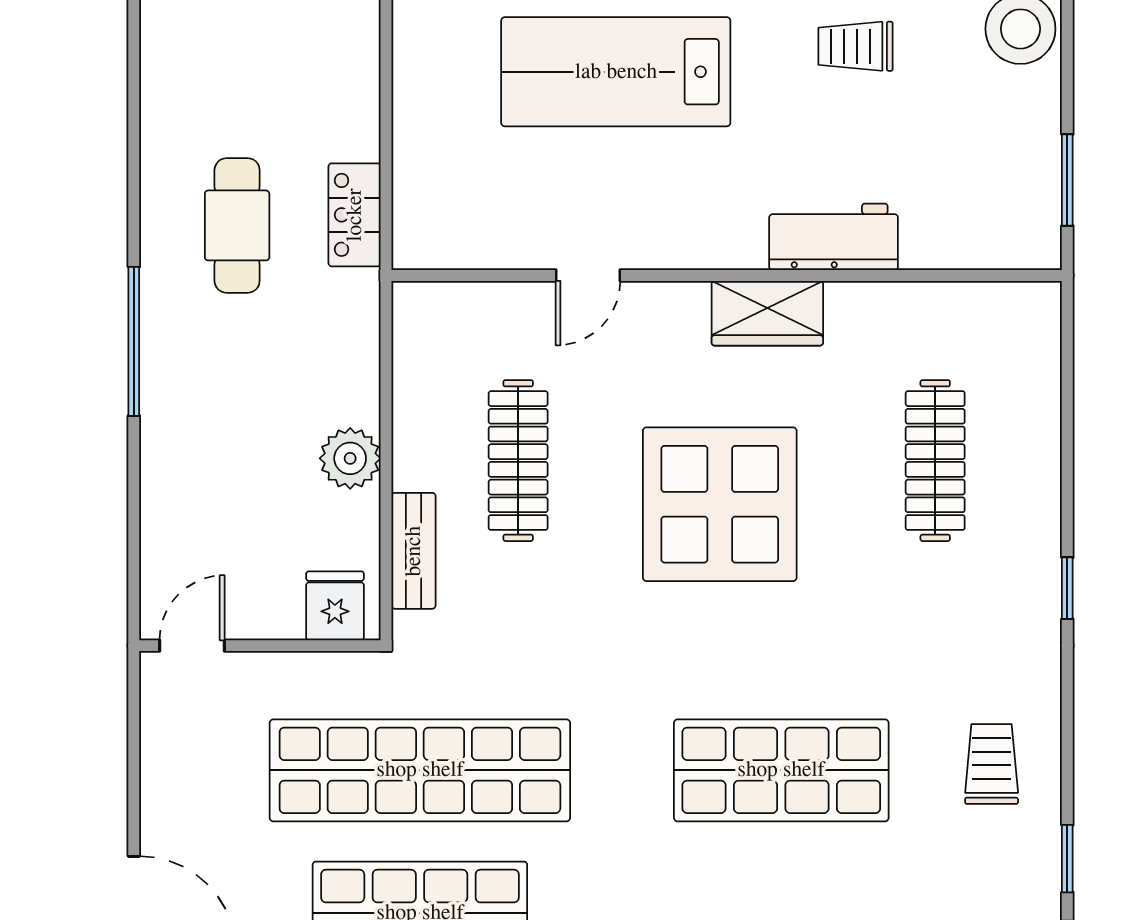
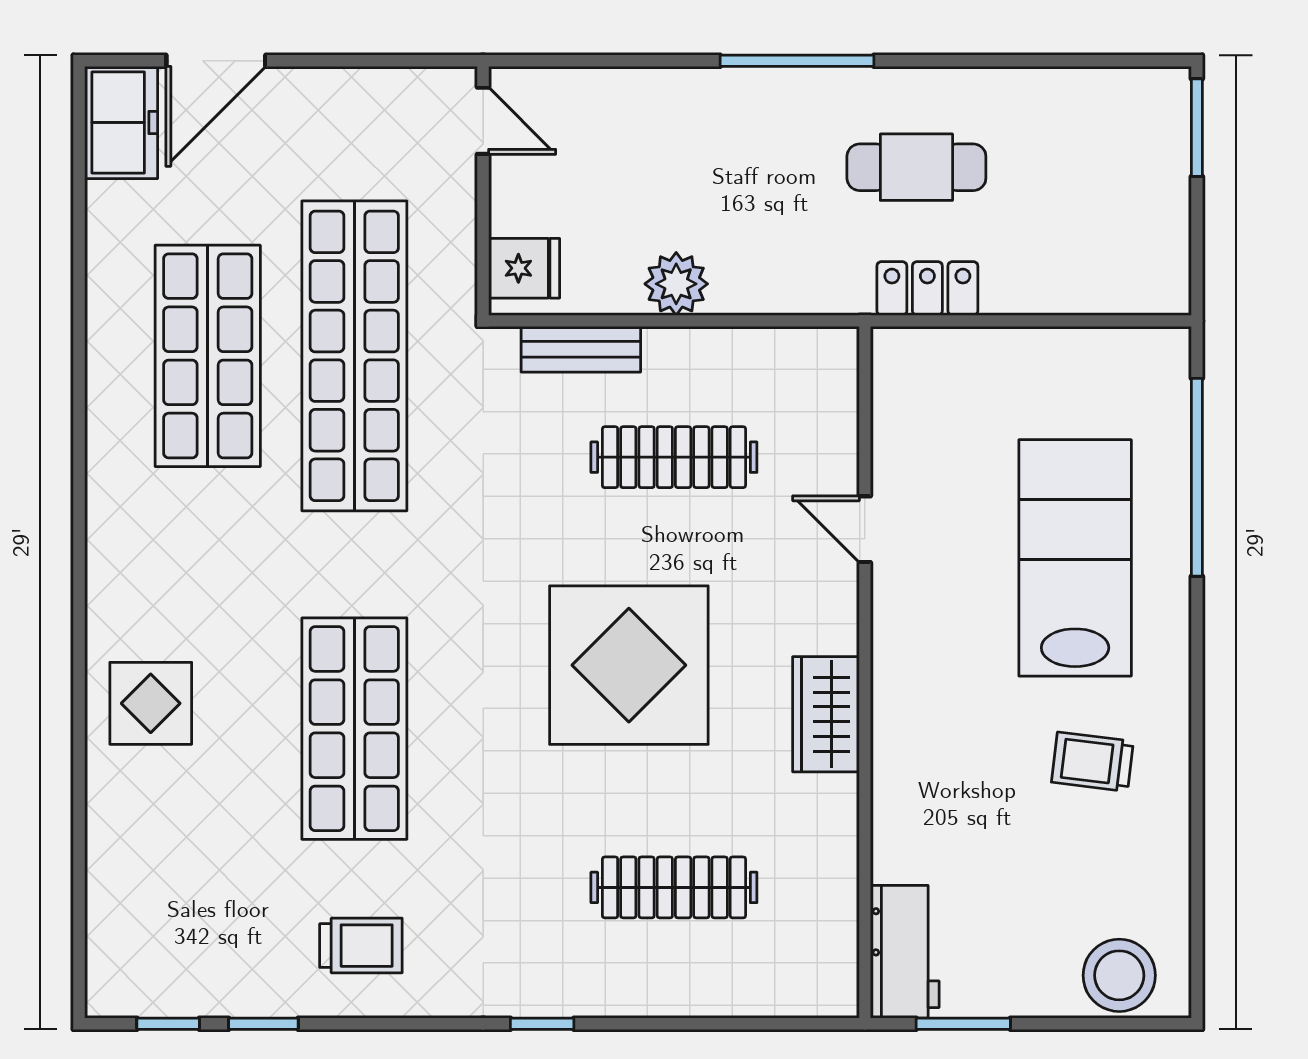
trolley: (856, 46) -> (1092, 762), moved, turned -83
workbench: (834, 237) -> (905, 952), moved

